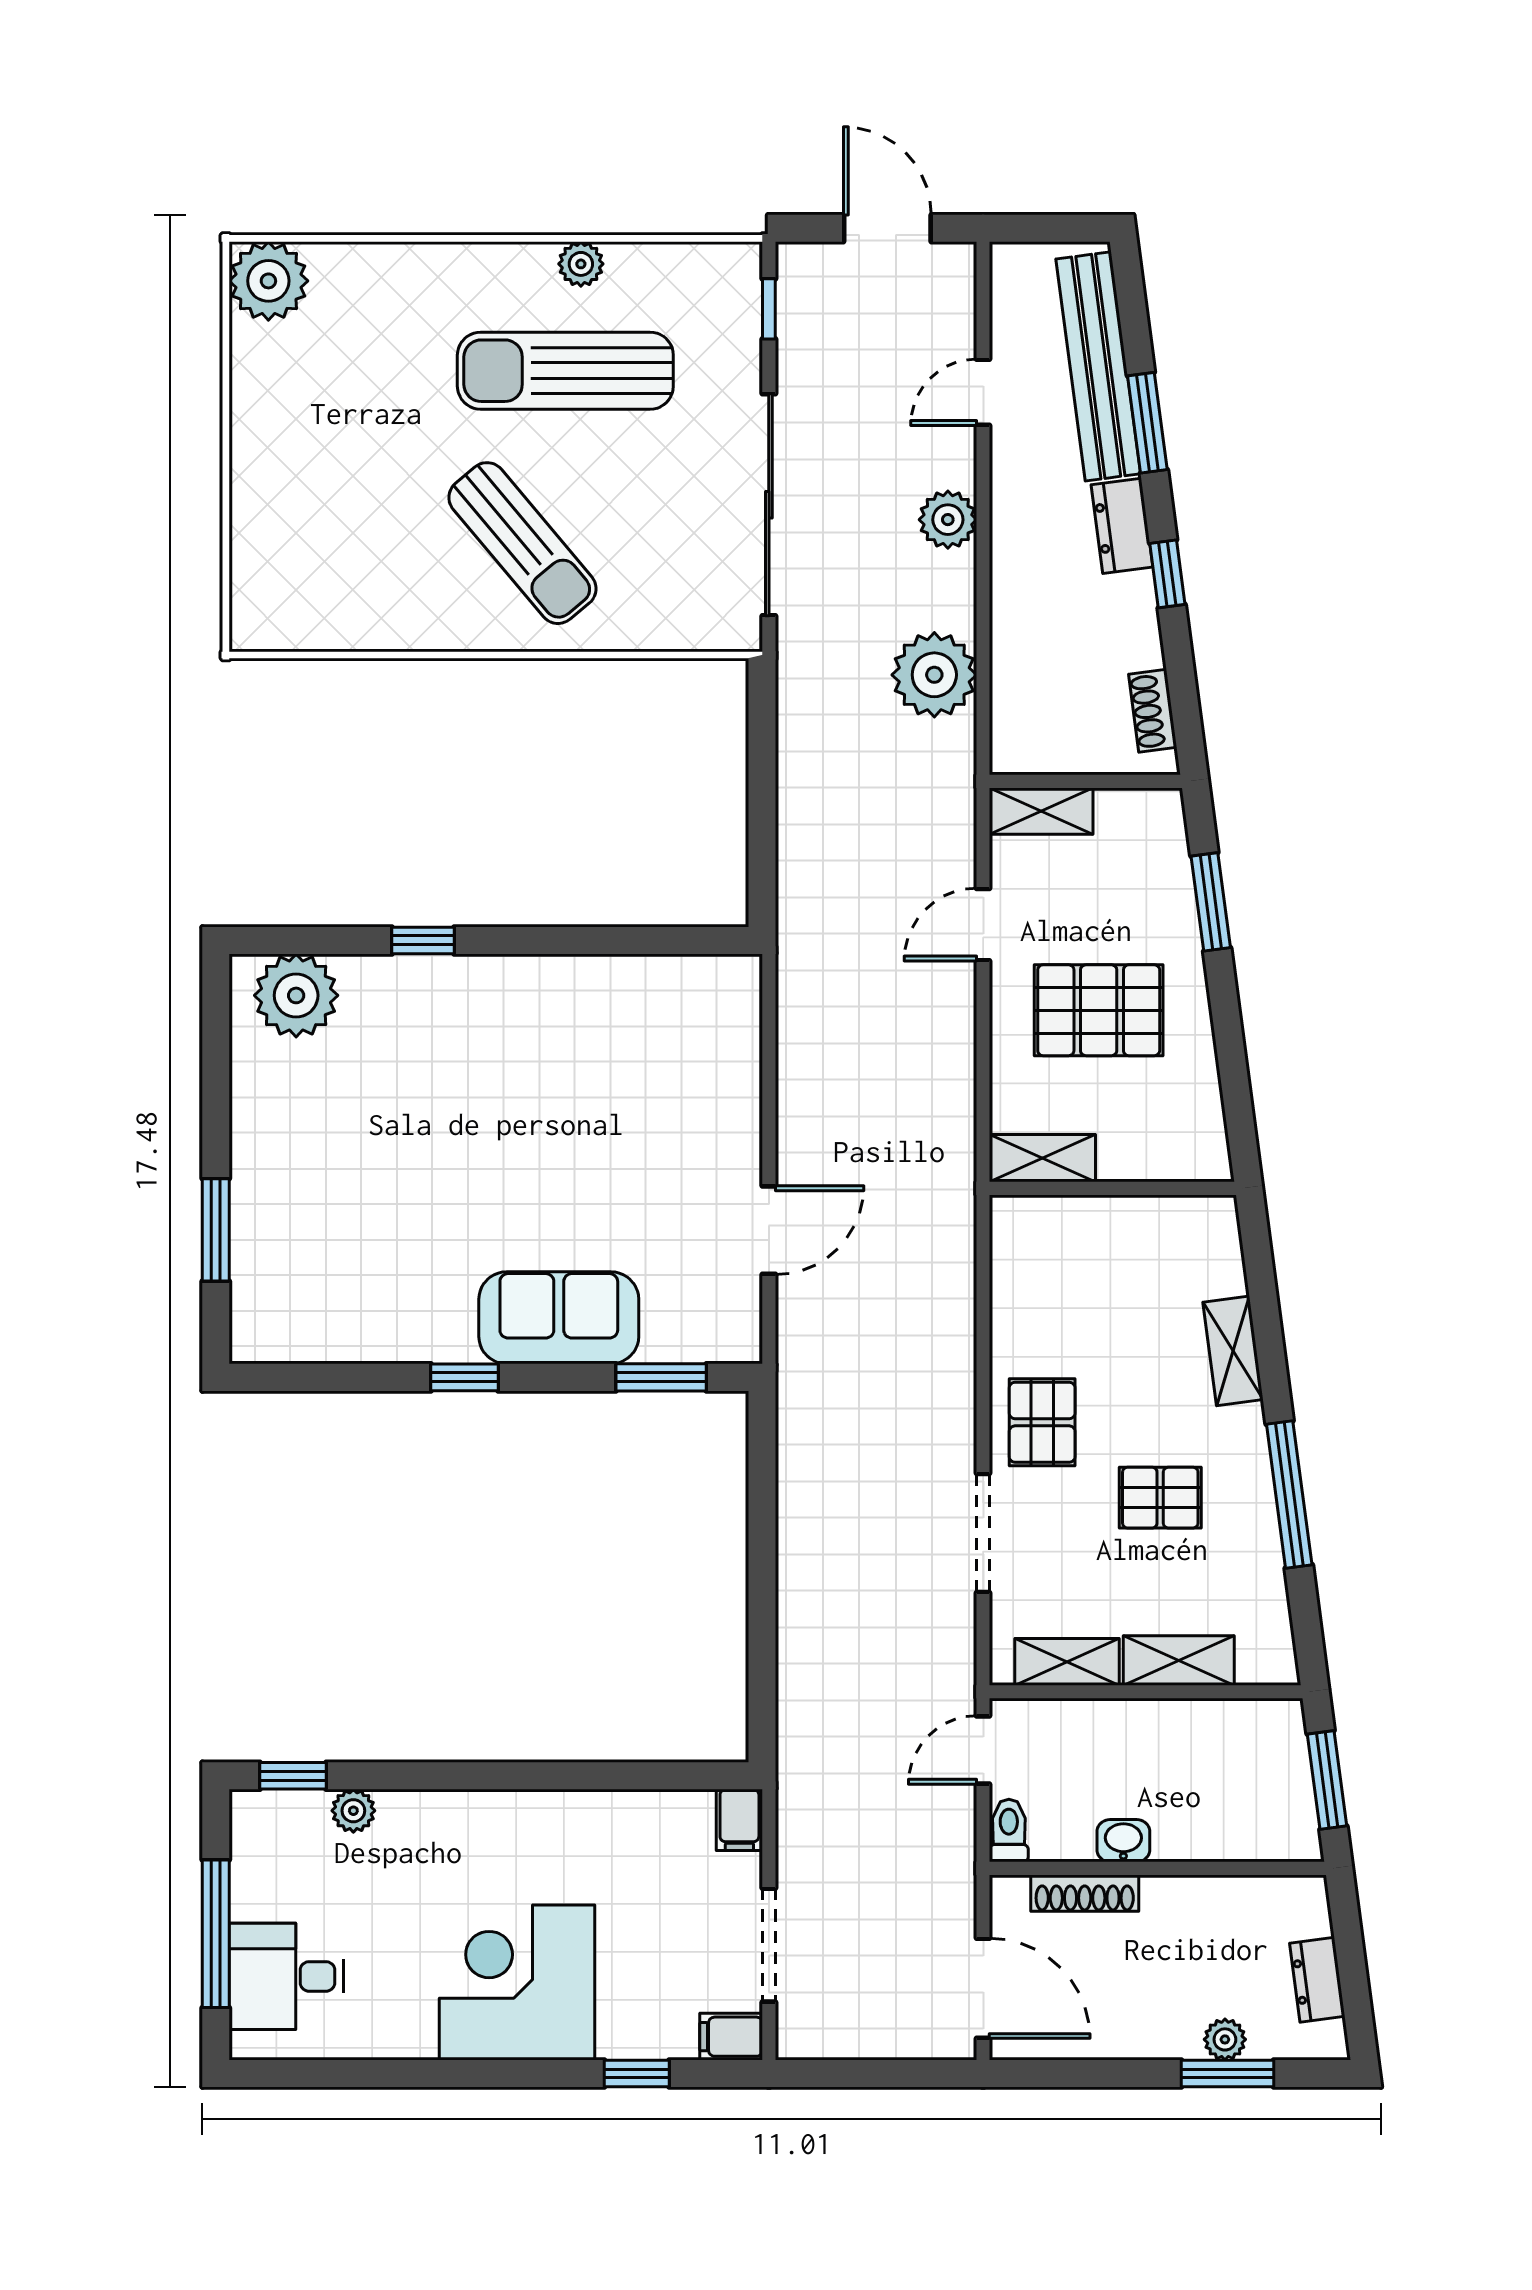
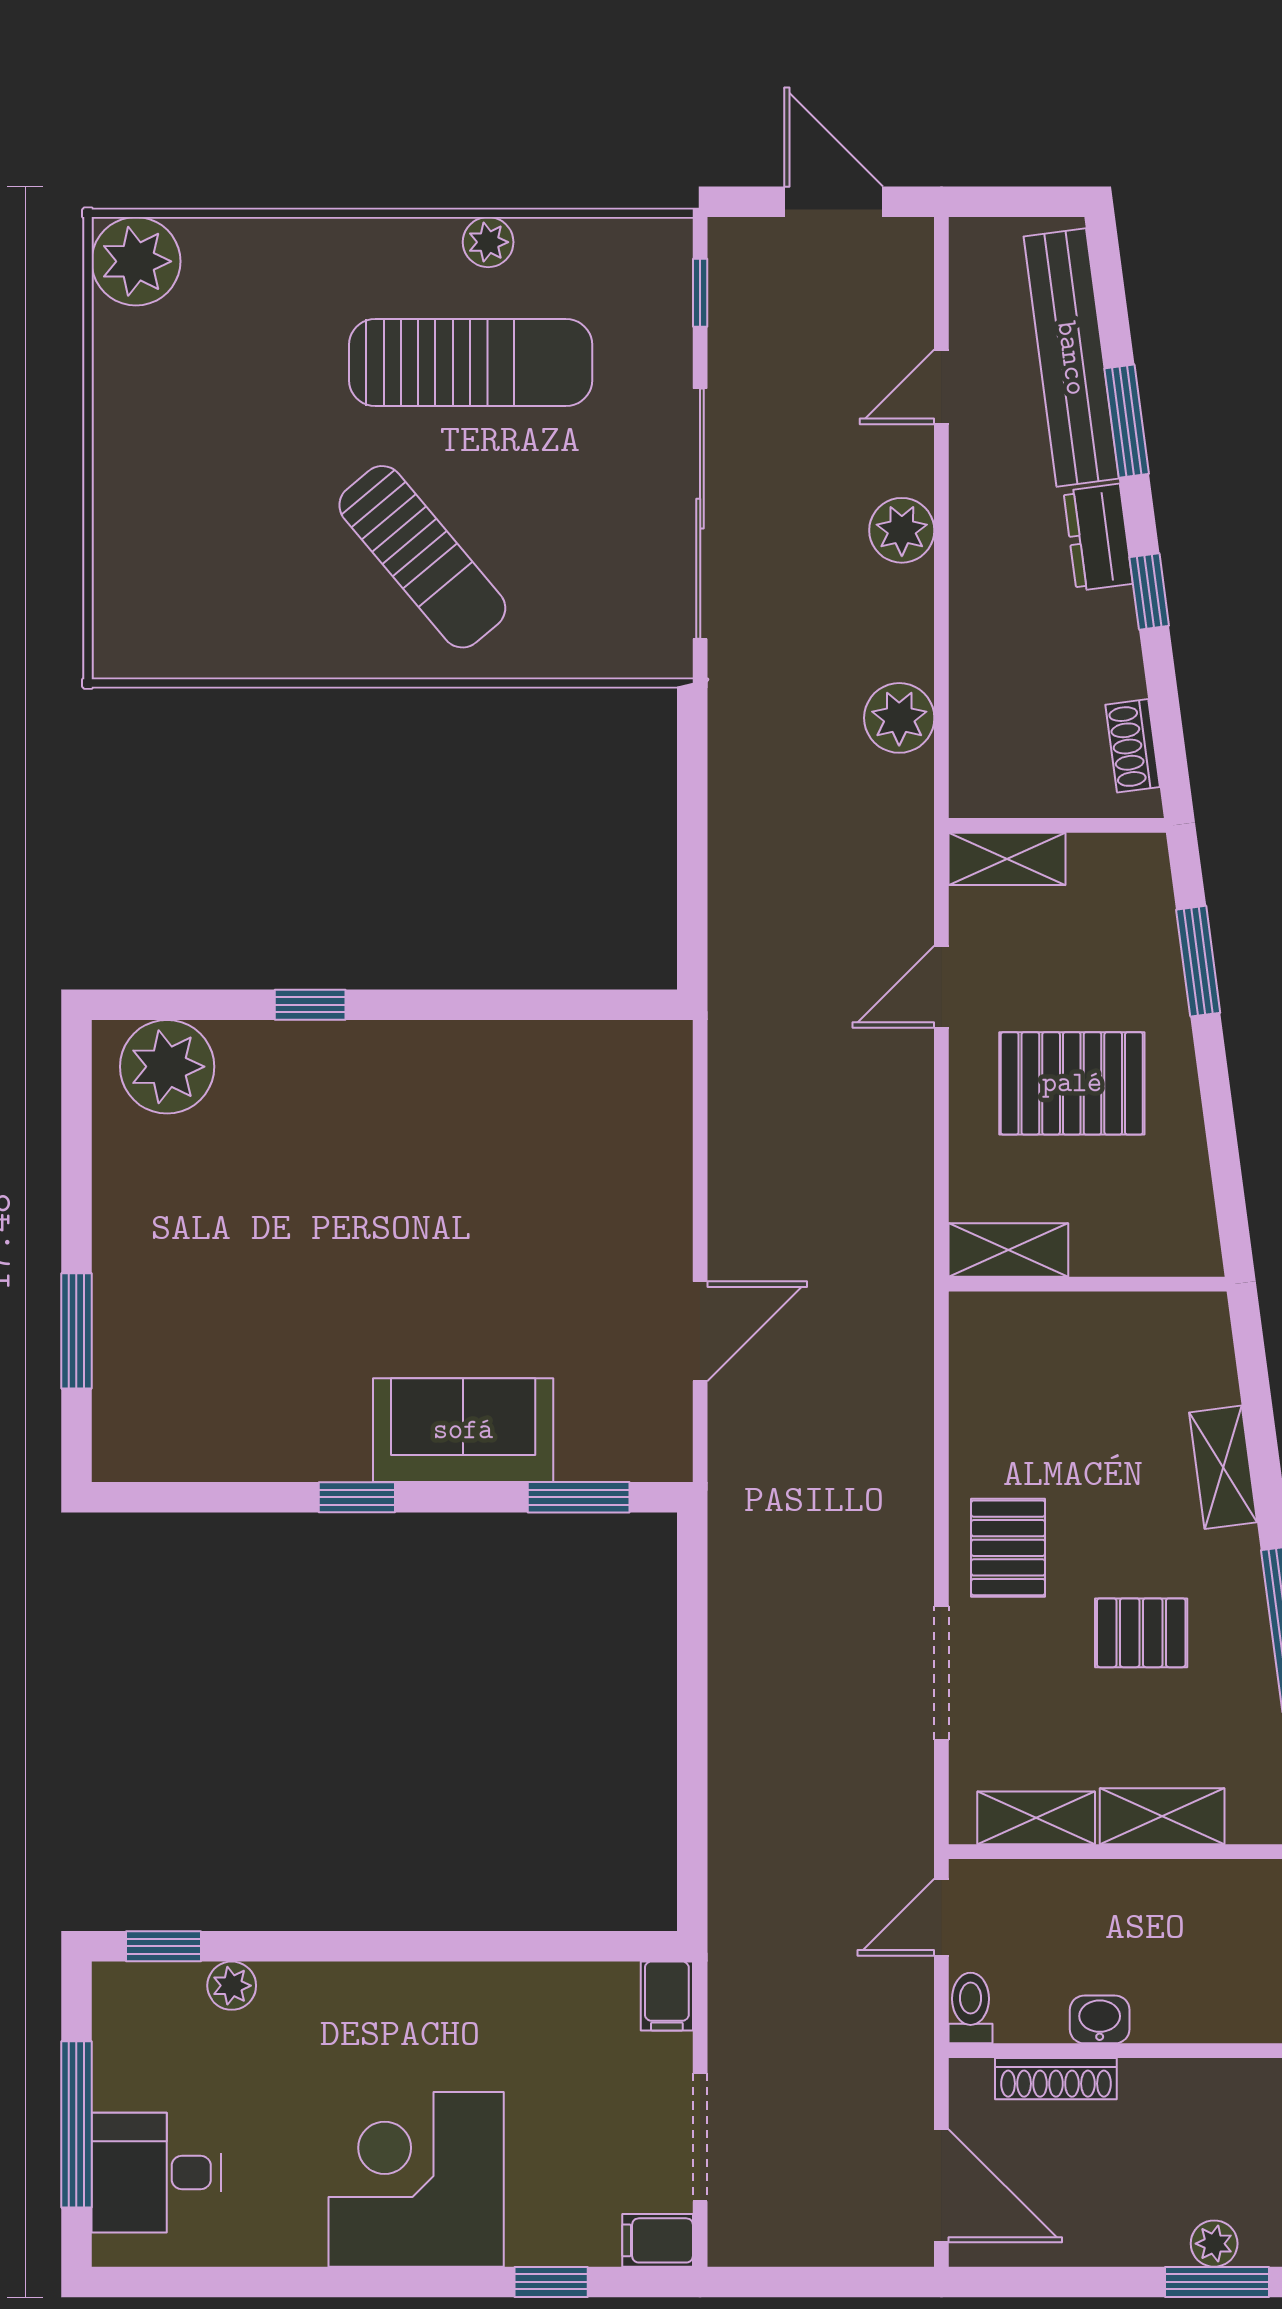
sun lounger: (565, 371) -> (471, 362), turned 180
plant: (934, 675) -> (899, 718), width x0.73, depth x0.73

